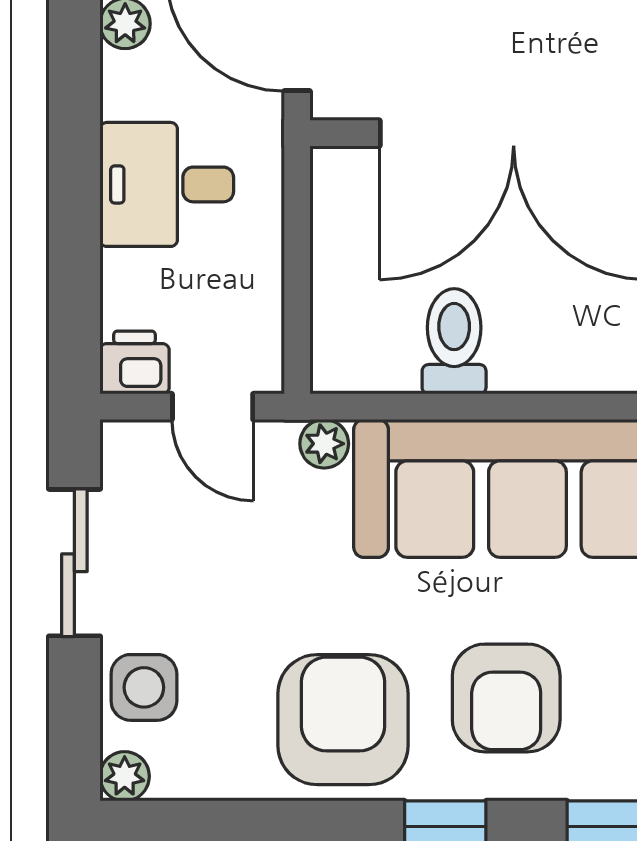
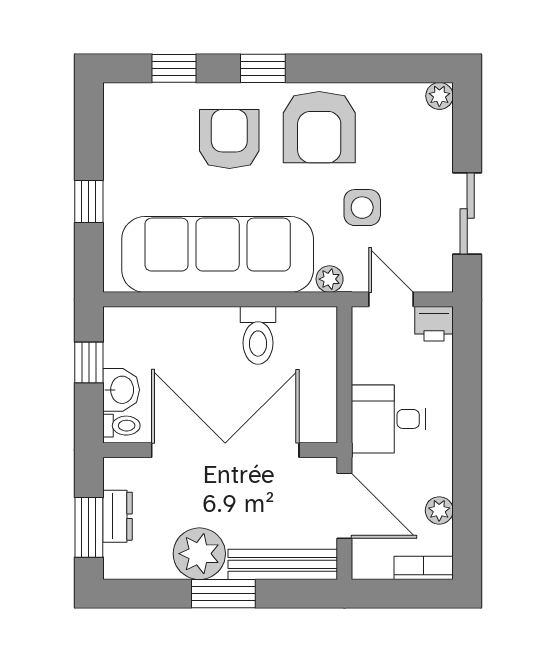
desk: (167, 184) -> (388, 419), moved, turned 180
side table: (144, 687) -> (362, 208), moved

